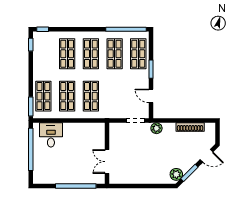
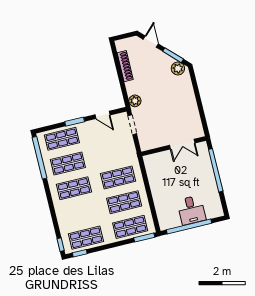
shop shelf: (67, 54) -> (86, 238), moved
door: (151, 96) -> (103, 115), hinge flipped
desk: (51, 135) -> (191, 210), moved, turned -90

